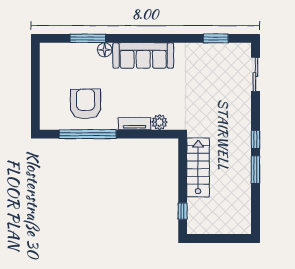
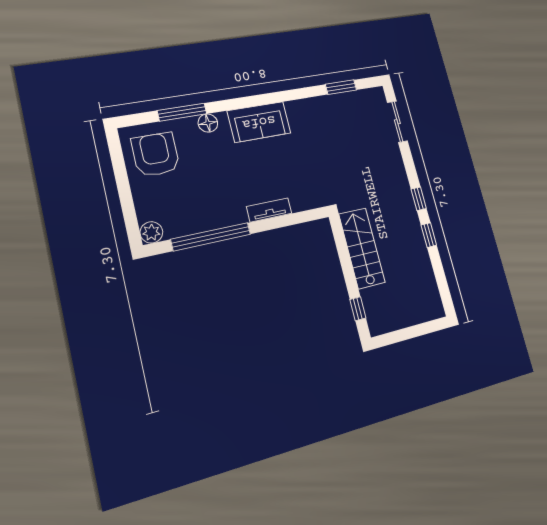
sofa: (143, 56) -> (259, 122), width x0.73
armchair: (86, 104) -> (156, 154), moved
plant: (159, 122) -> (151, 232), moved
window: (255, 170) -> (429, 235), width x0.67

